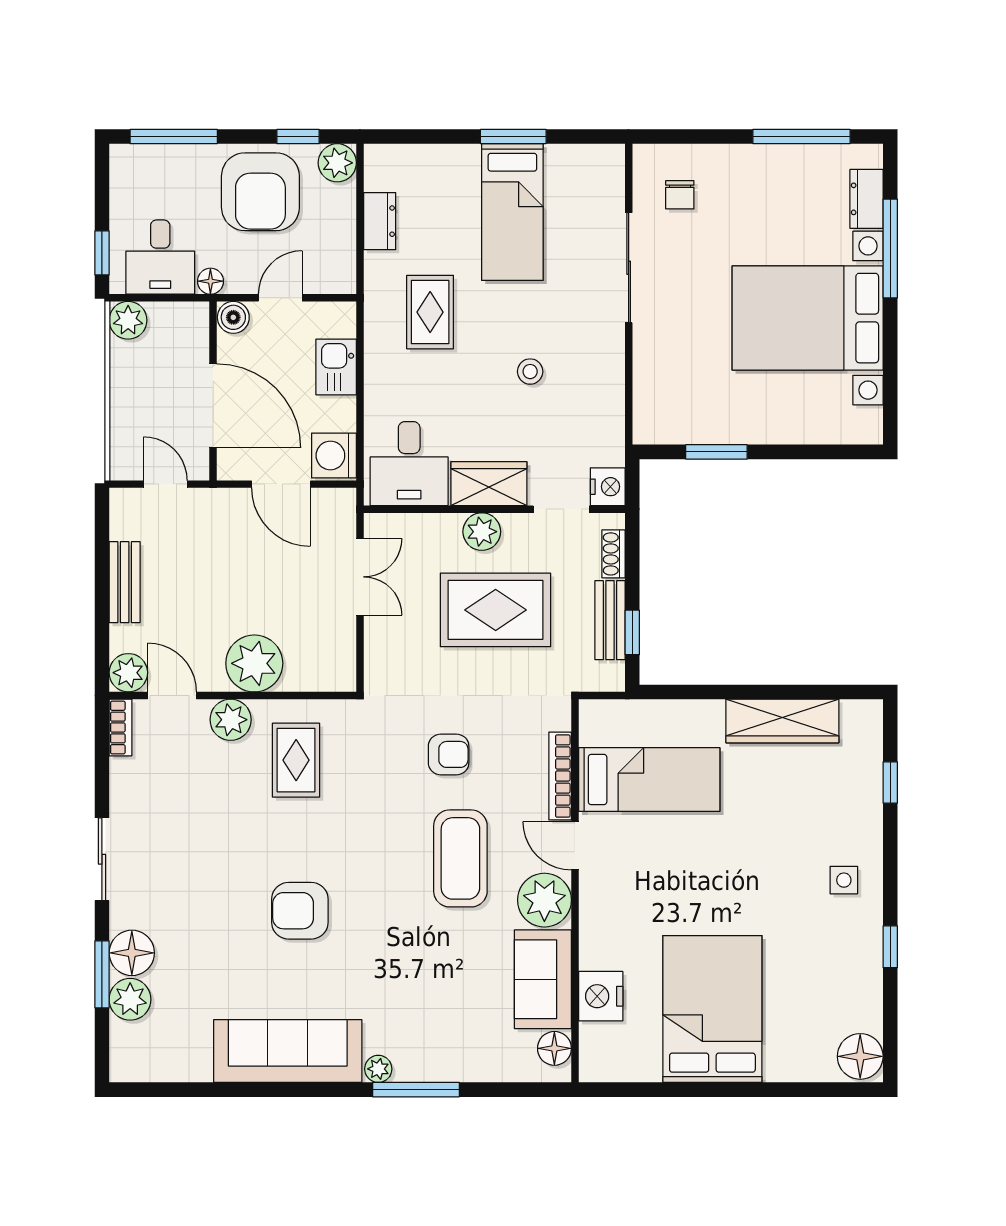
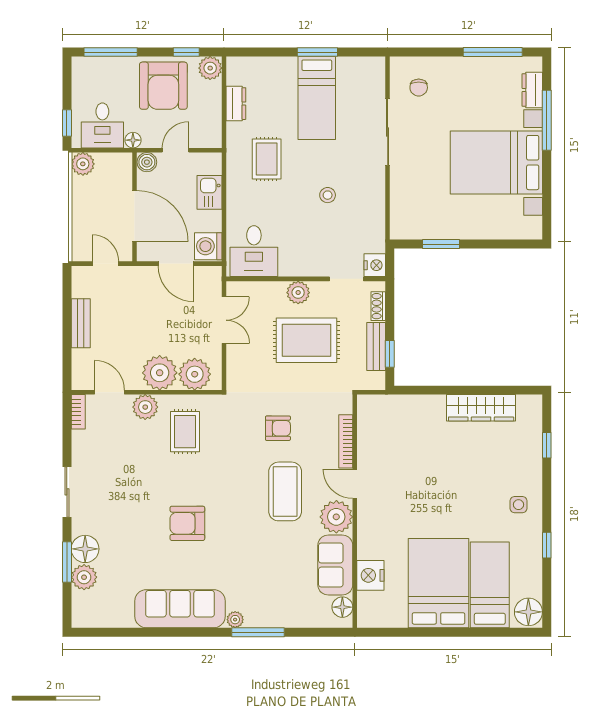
wardrobe: (489, 484) -> (302, 263), removed
plant: (128, 673) -> (195, 374), moved, width x1.36, depth x1.36
bed: (649, 779) -> (490, 585), moved, turned -90

